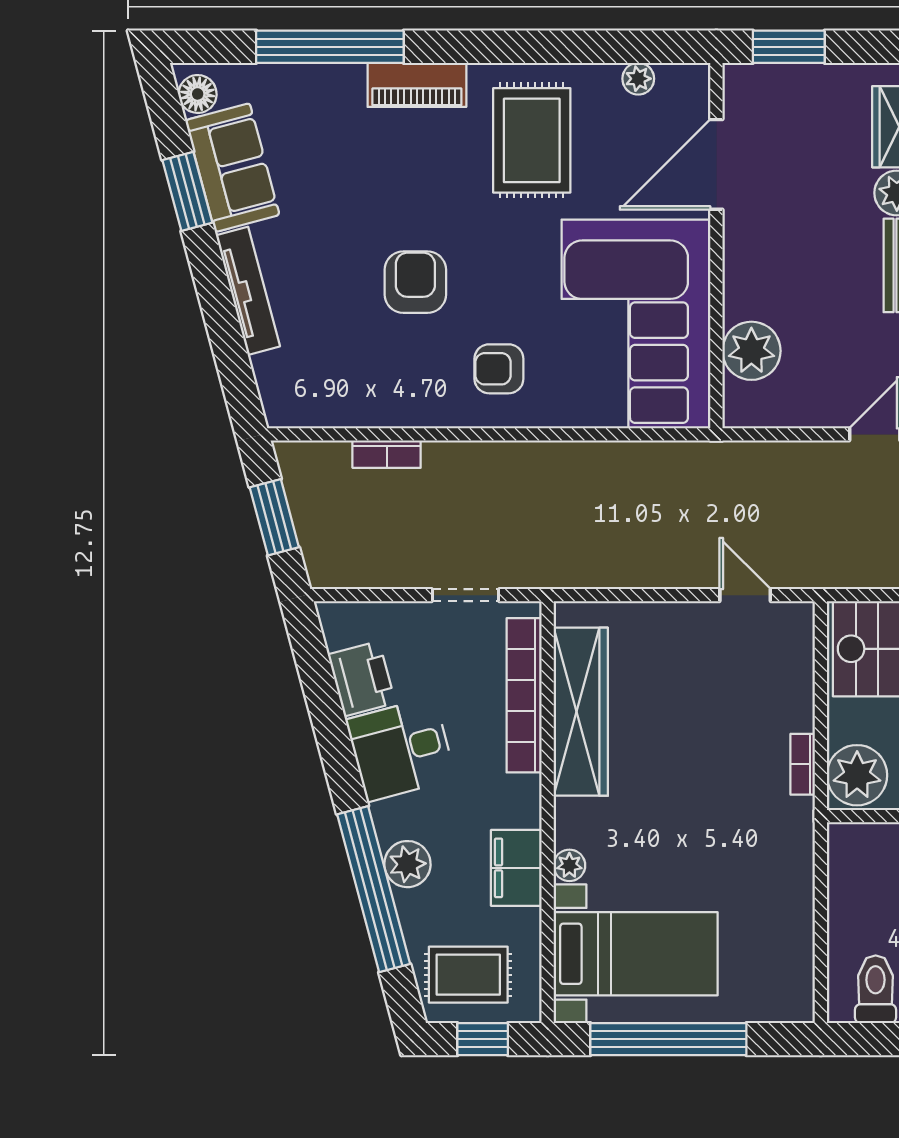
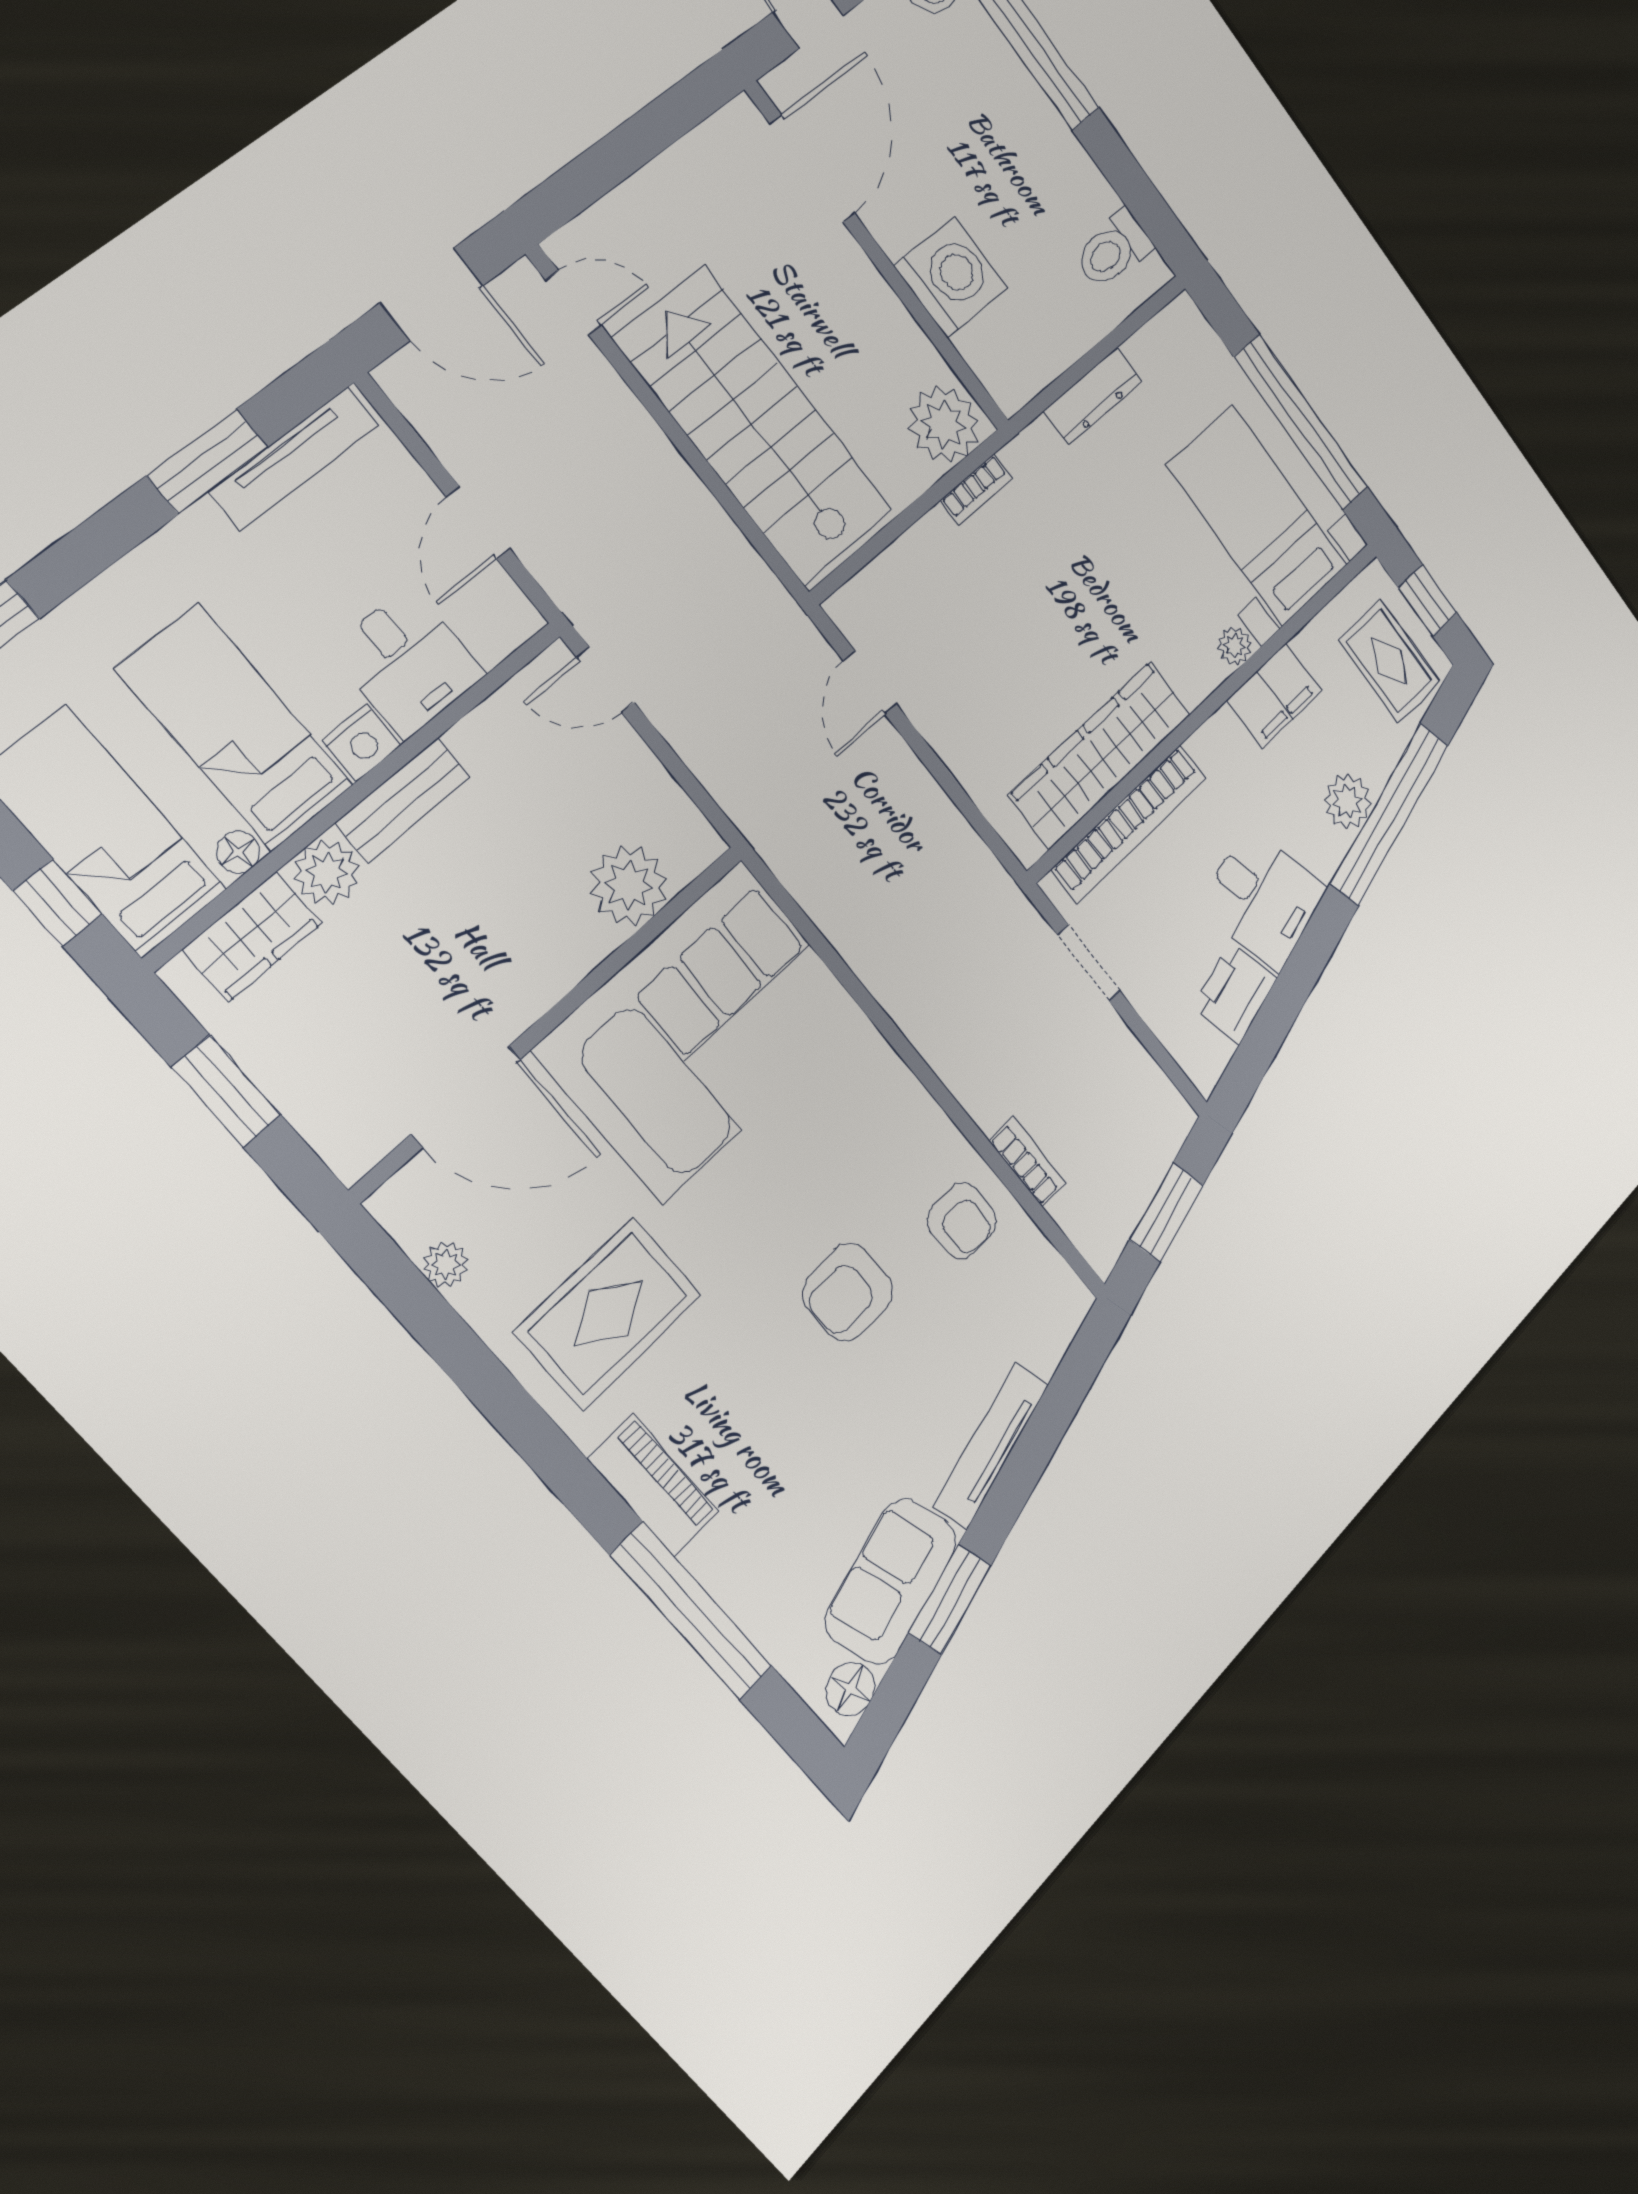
window: (789, 47) -> (226, 1091), moved
armchair: (499, 369) -> (962, 1221), moved
dresser: (798, 896) -> (1093, 396), added

